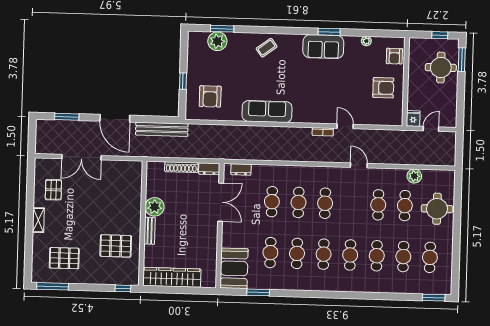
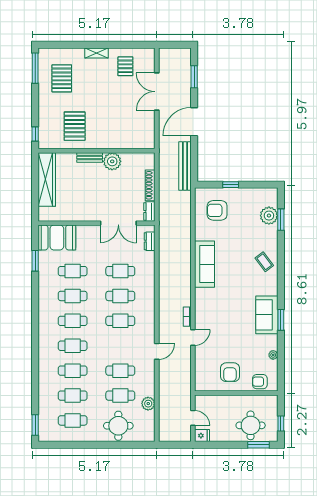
fridge: (413, 118) -> (202, 436), moved
pallet: (53, 190) -> (125, 66), turned 90

